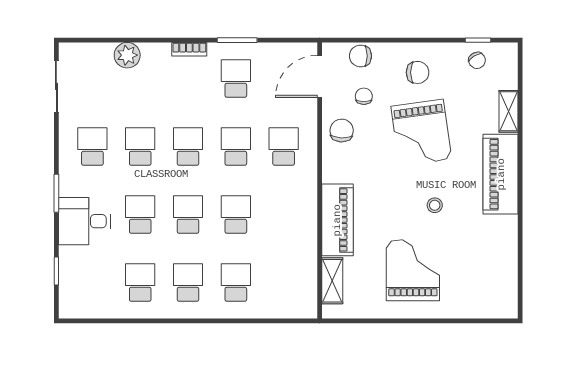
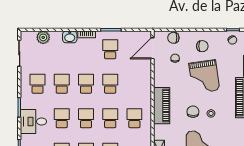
washbasin: (156, 54) -> (70, 37), added
plant: (127, 55) -> (43, 37), moved
chair: (342, 131) -> (193, 112), moved
school desk: (284, 147) -> (134, 118), moved
piano: (337, 220) -> (162, 106), moved

